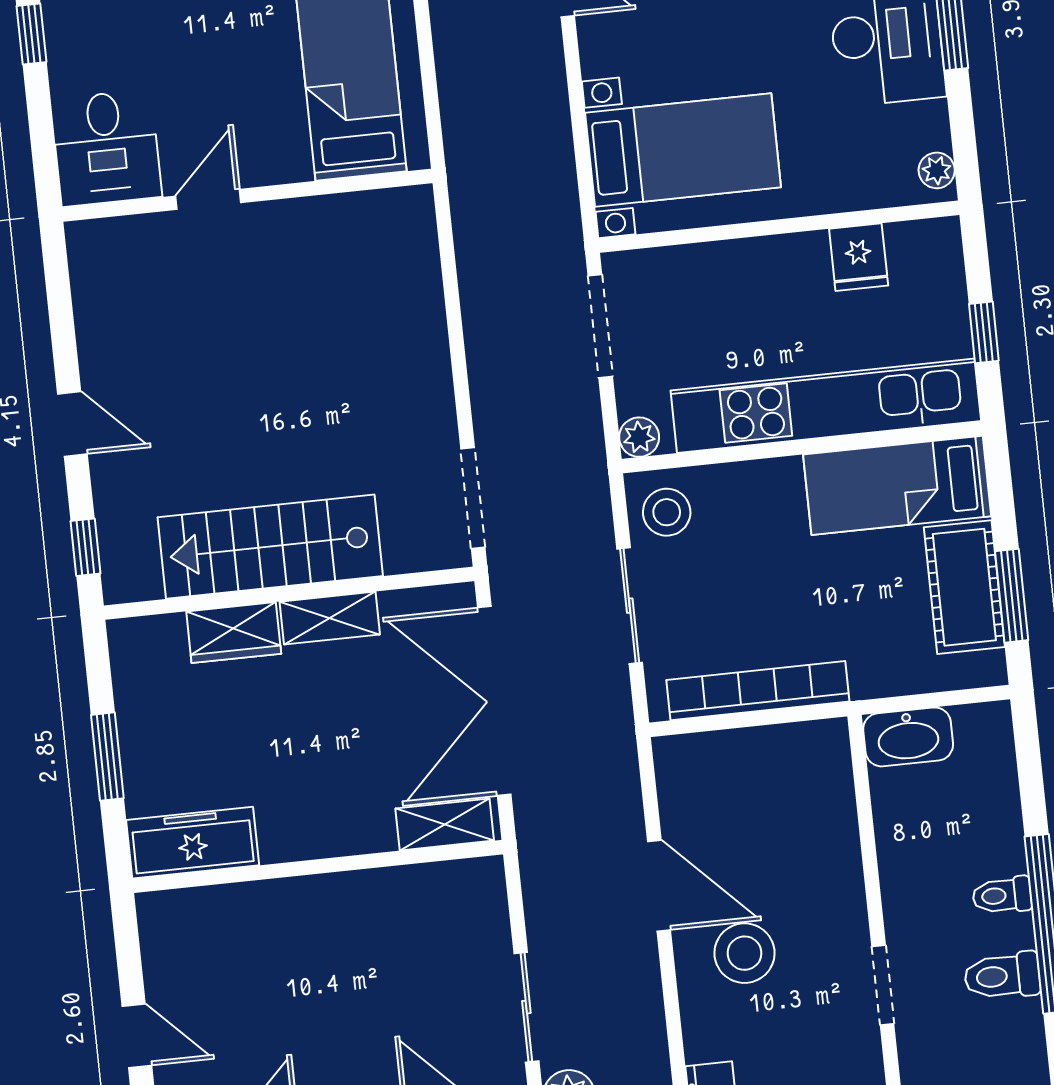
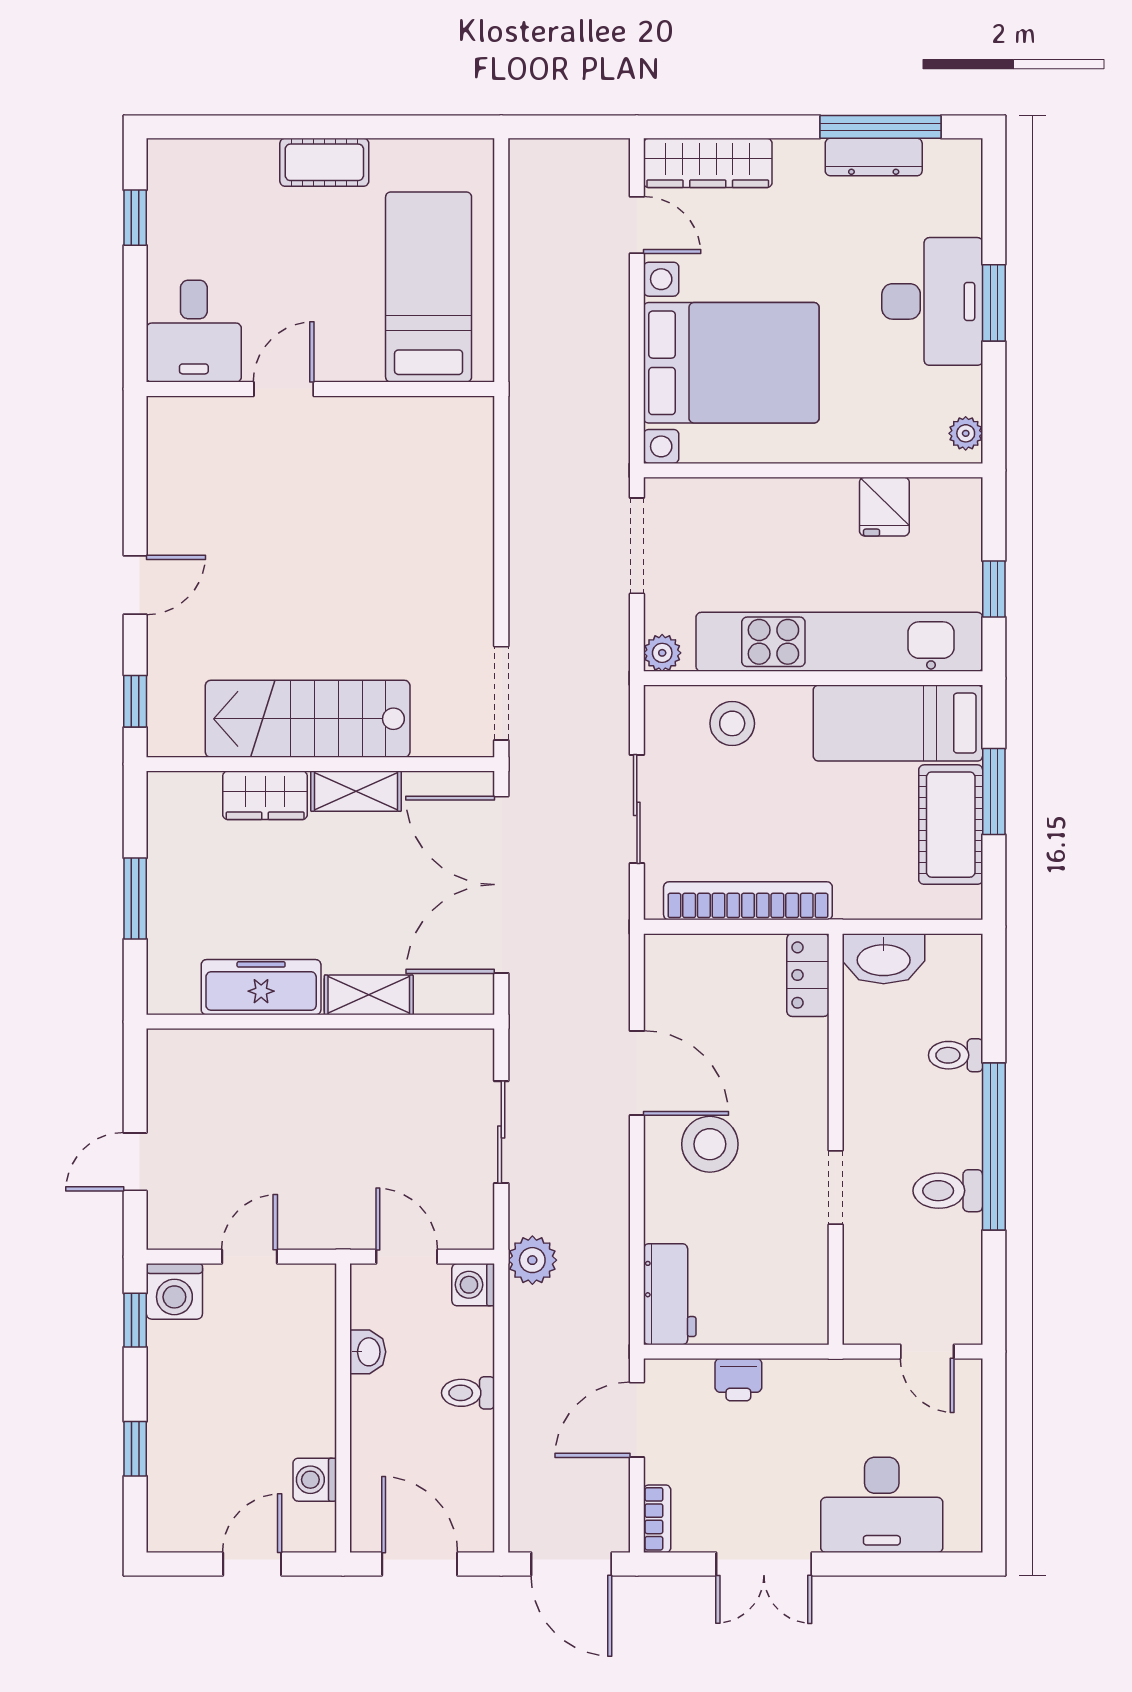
bed with nightstands: (683, 150) -> (731, 363), width x1.36
door: (72, 424) -> (135, 585), hinge flipped
stool: (667, 512) -> (732, 723), moved
window: (1012, 596) -> (994, 792), moved
locker: (830, 763) -> (808, 975), added
shelving: (445, 825) -> (369, 995), moved
freezer: (193, 843) -> (261, 987), moved
toilet: (1002, 895) -> (956, 1055), moved
sliding door: (526, 1007) -> (501, 1132), moved
door: (137, 1036) -> (135, 1162), swing flipped

